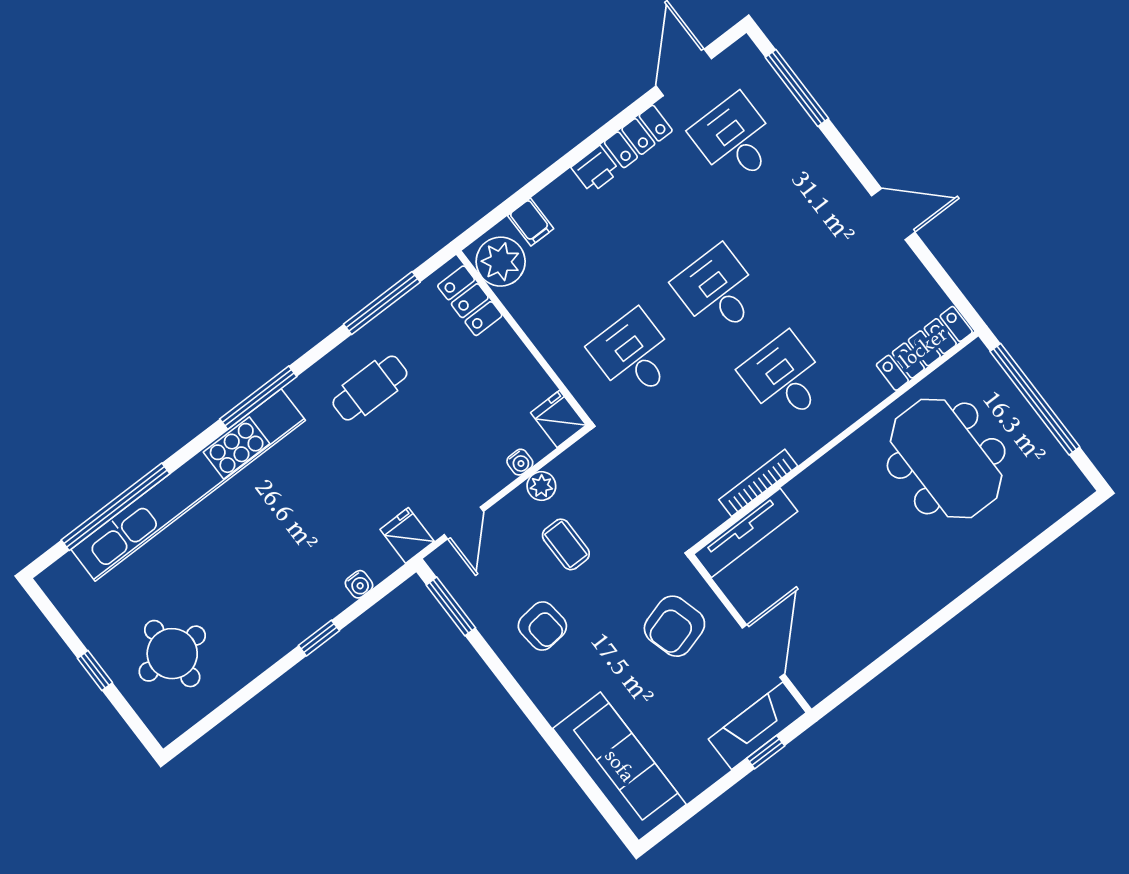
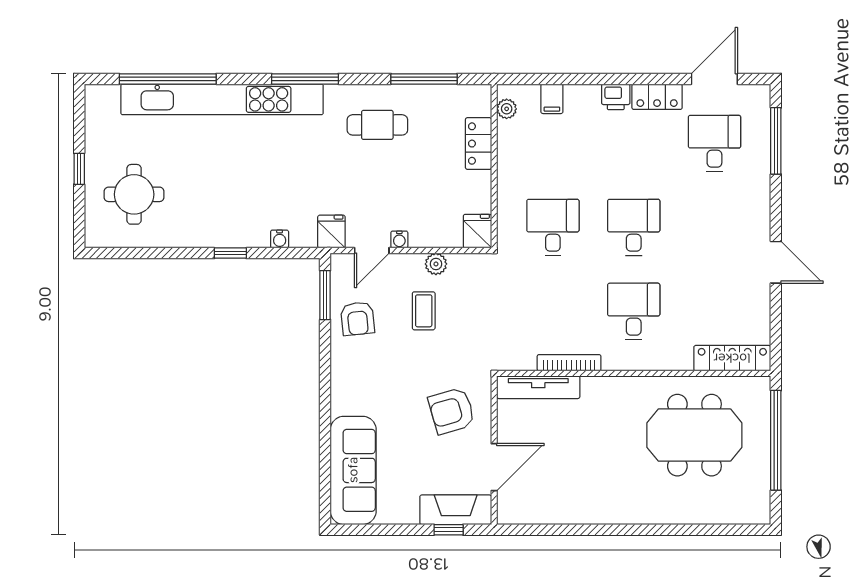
plant: (501, 262) -> (507, 109), width x0.53, depth x0.53
locker: (470, 301) -> (478, 144), moved
meeting table: (946, 458) -> (694, 435), turned 90
water cooler: (520, 462) -> (399, 239), moved
armchair: (542, 626) -> (358, 319), moved

